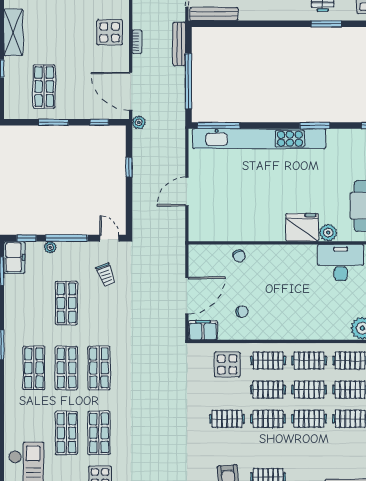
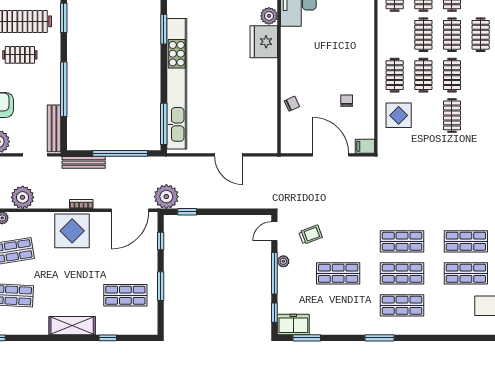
window: (254, 24) -> (64, 89), added
display table: (110, 32) -> (72, 231), width x1.36, depth x1.36
plant: (139, 122) -> (166, 197), width x1.87, depth x1.87
window: (129, 167) -> (187, 212), moved
plant: (50, 247) -> (283, 261), moved
filing cabinet: (203, 330) -> (365, 146), width x0.50
clothes rail: (309, 360) -> (481, 35), moved

